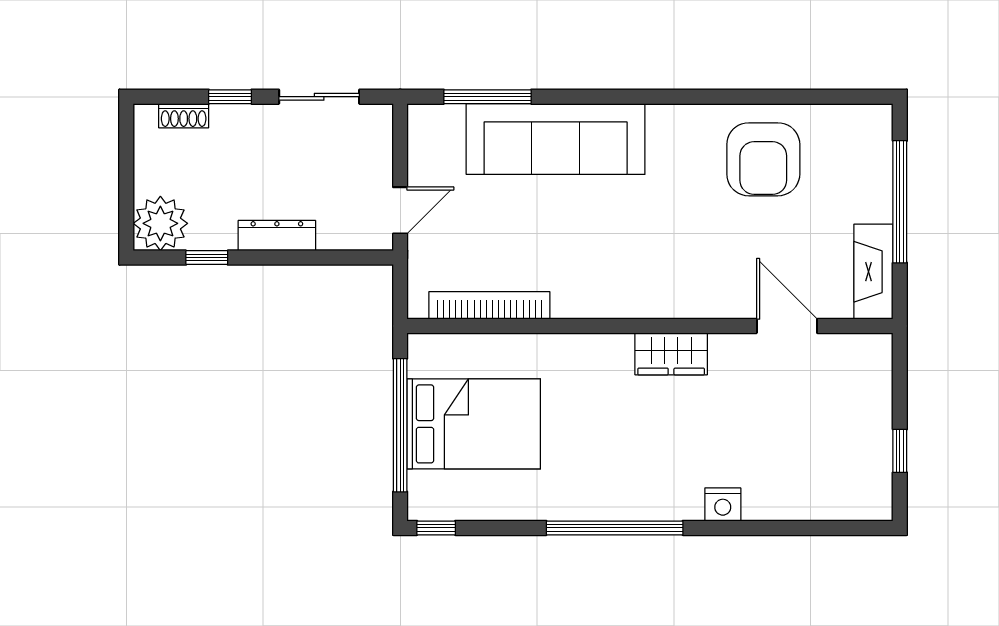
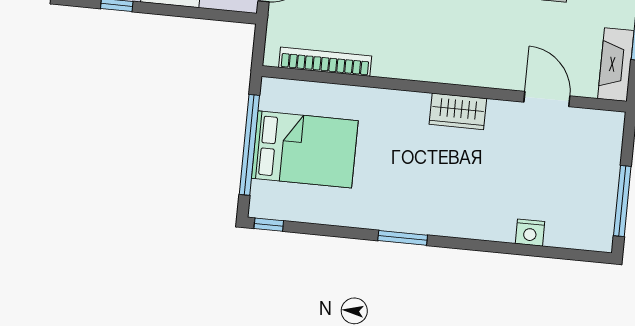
window: (900, 451) -> (622, 201), width x2.17
nightstand: (723, 505) -> (530, 233), moved
window: (615, 528) -> (403, 238), width x0.47

